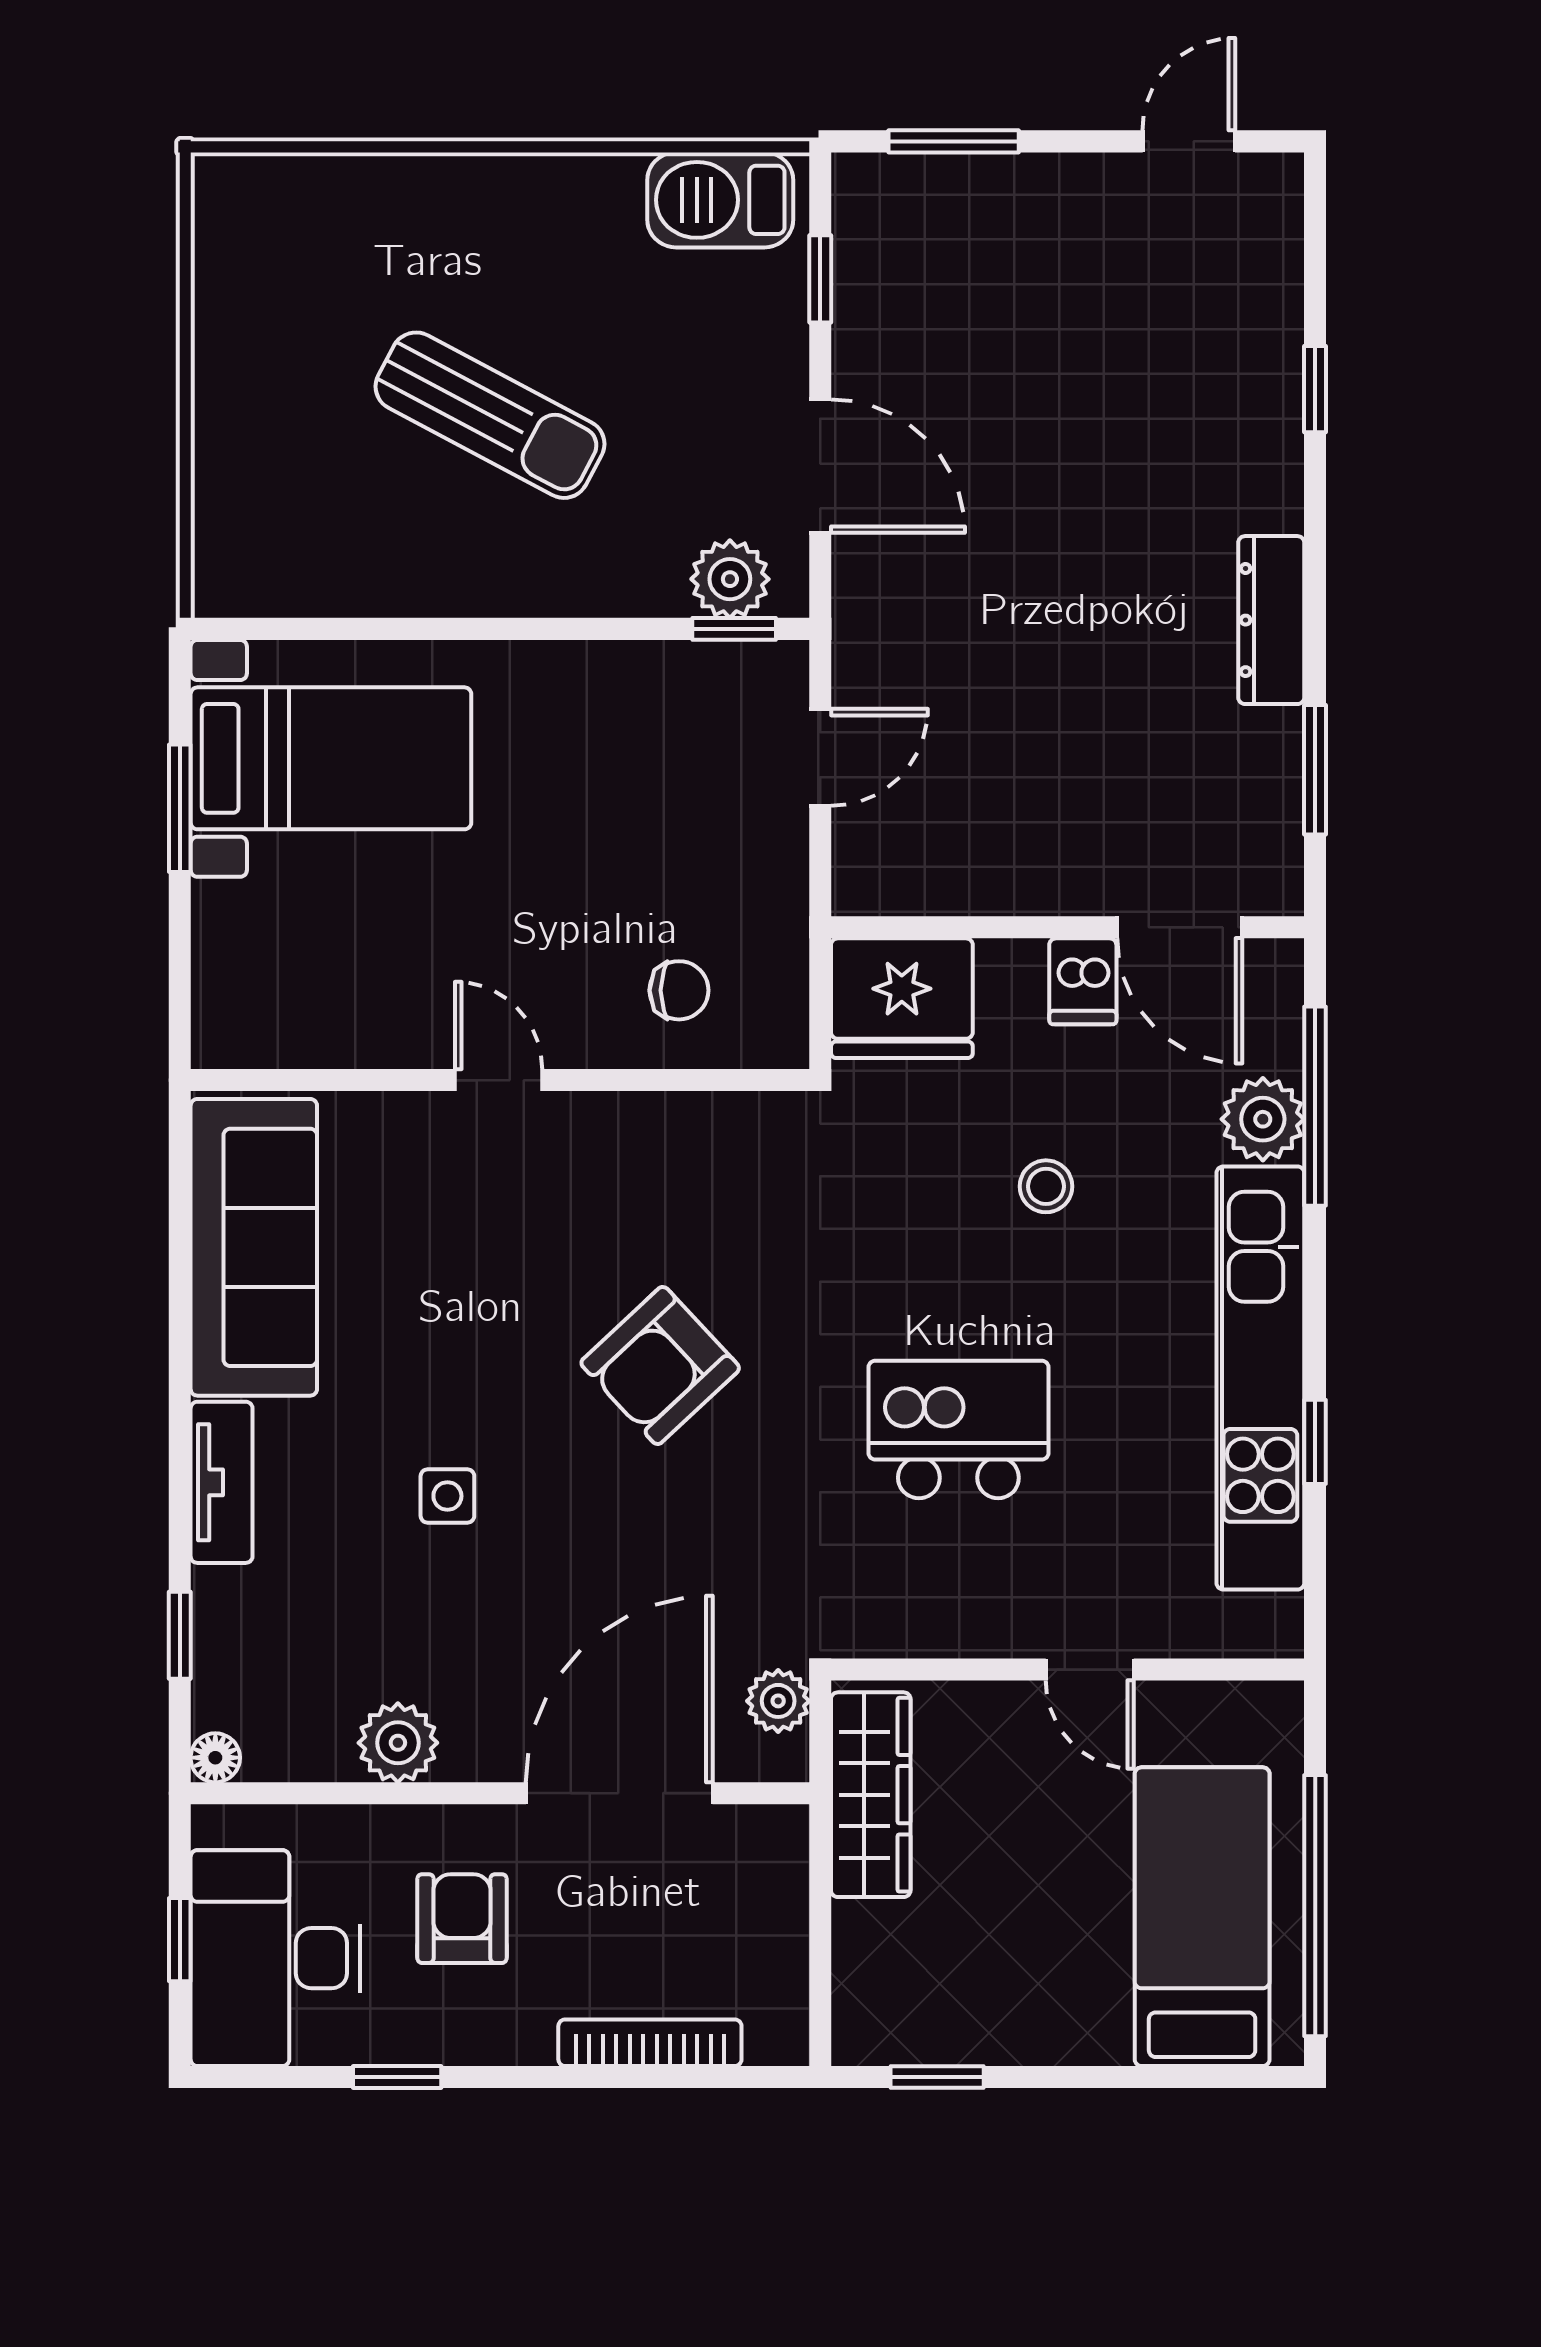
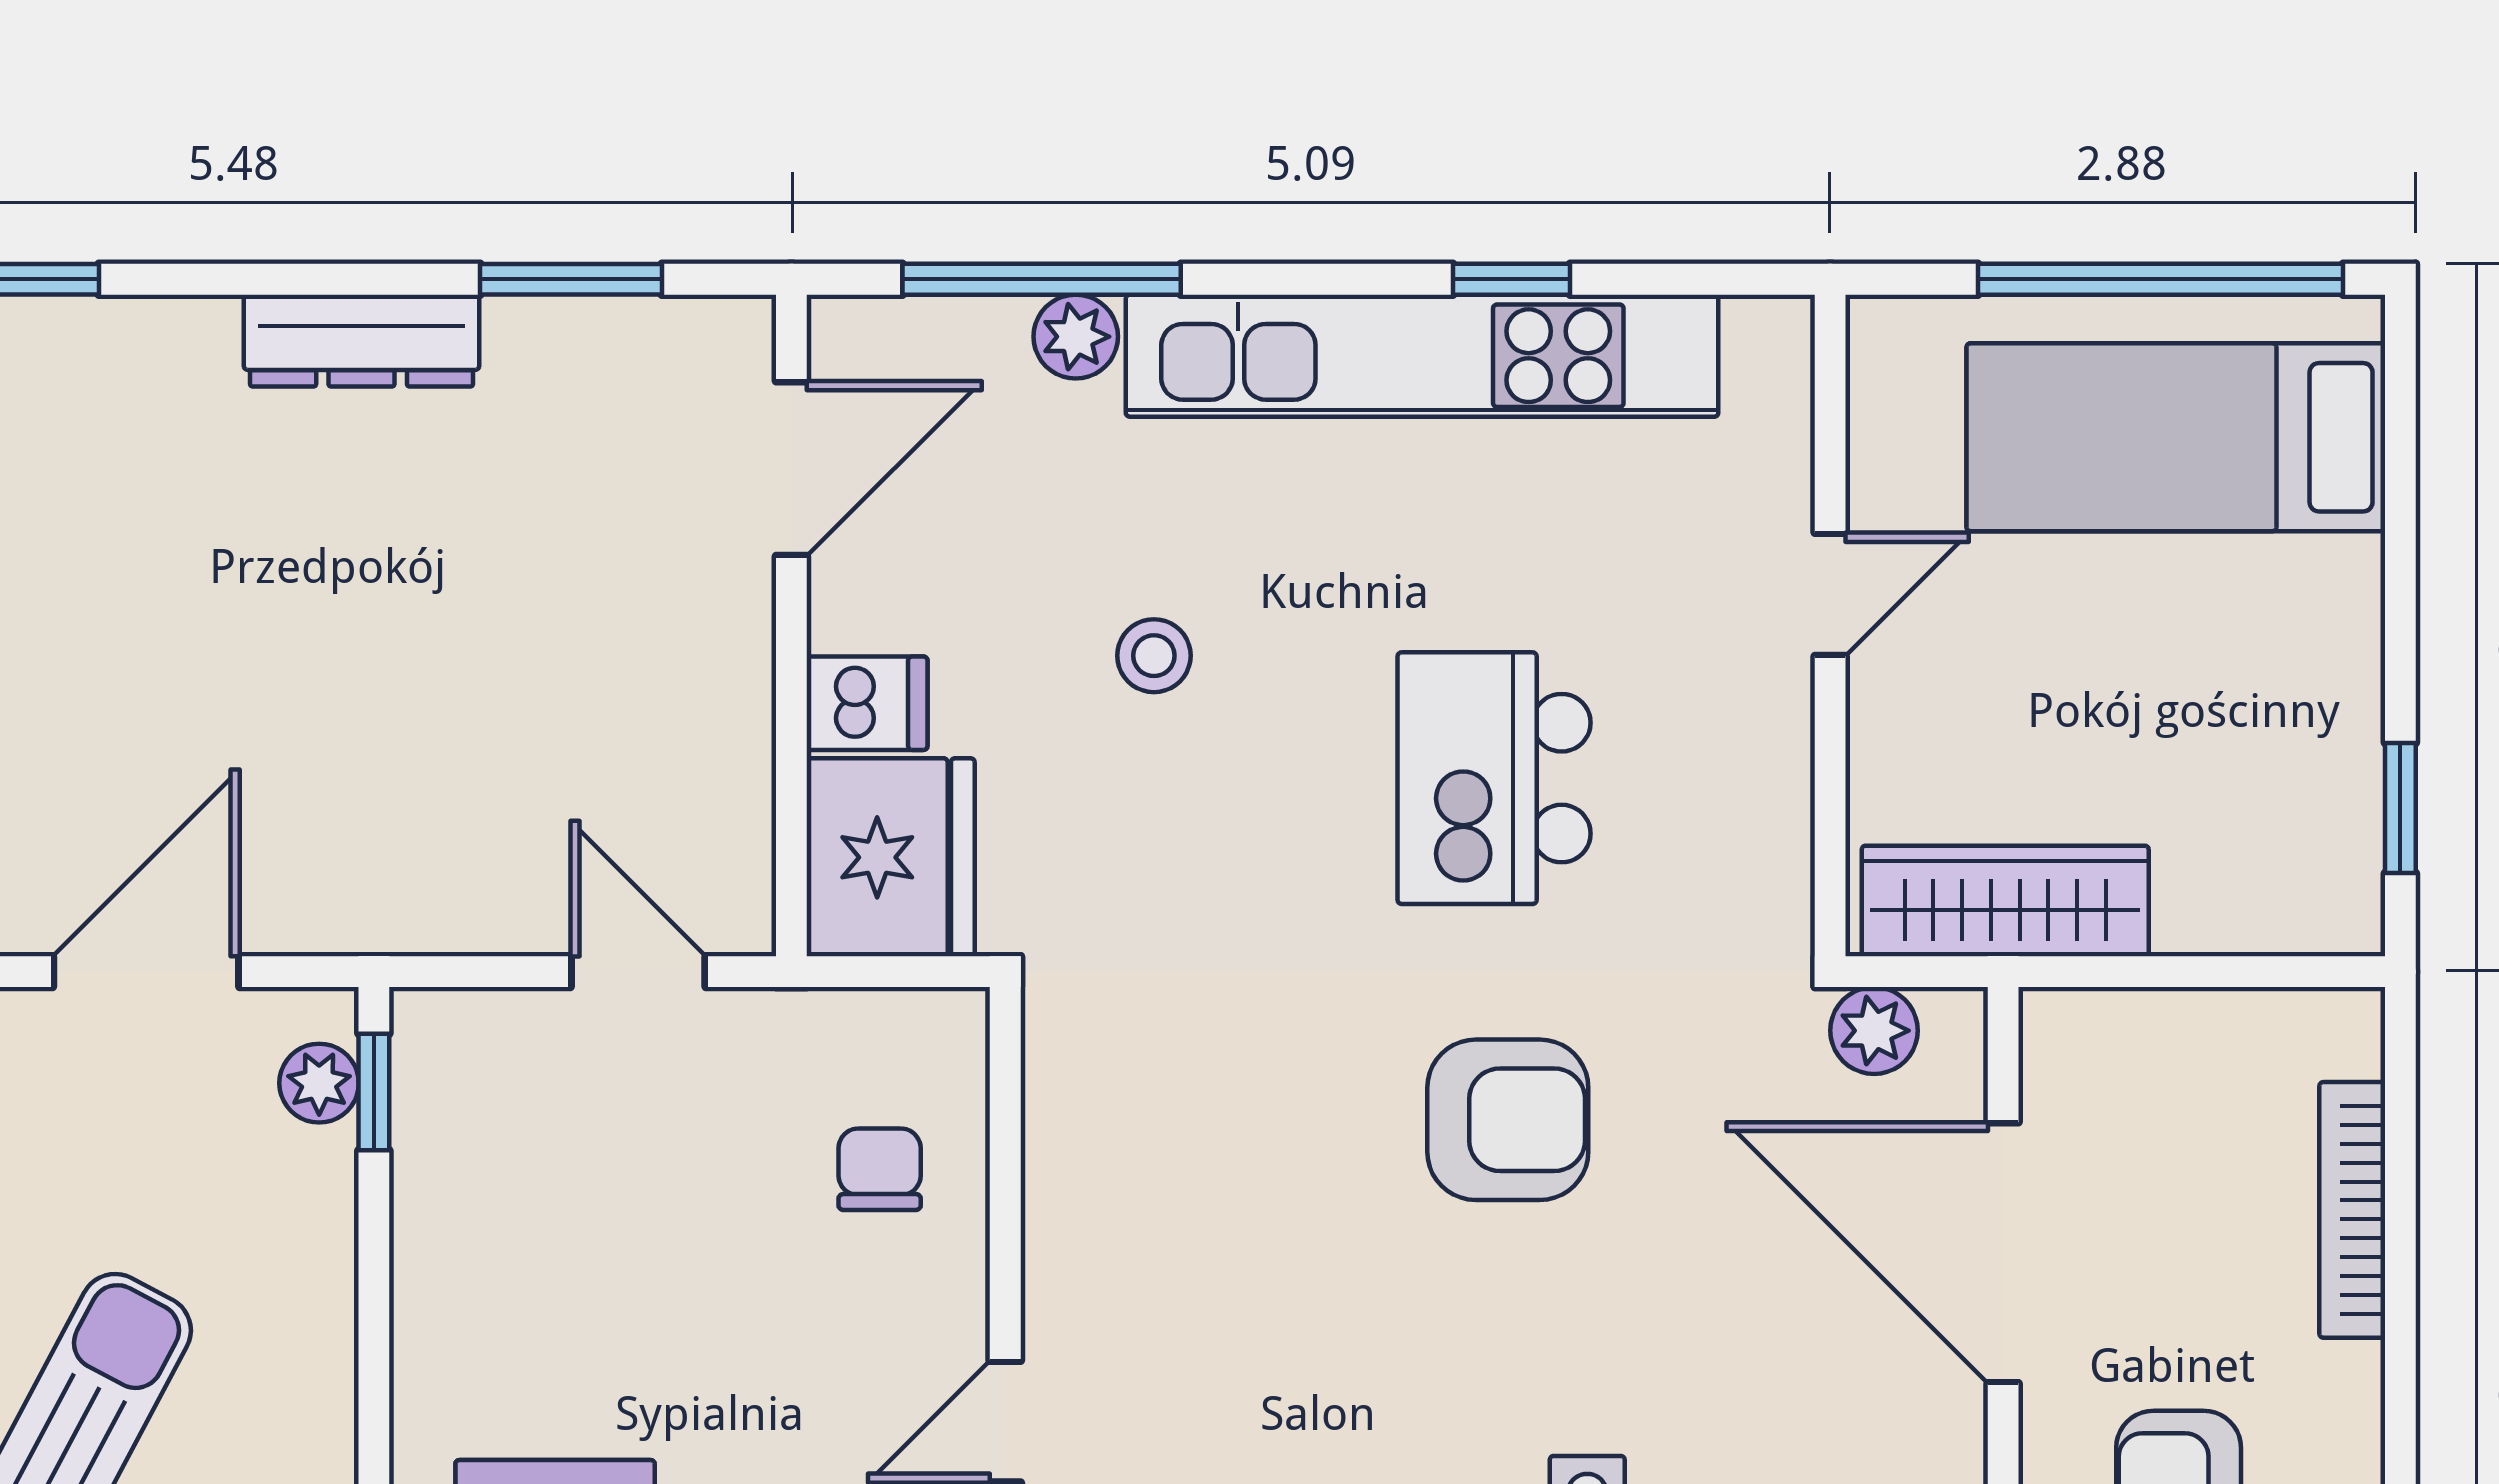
plant: (730, 579) -> (319, 1083), width x0.73, depth x0.73
door: (820, 757) -> (638, 972), moved
dishwasher: (1083, 981) -> (867, 703), moved
plant: (1263, 1119) -> (1076, 337), width x0.73, depth x0.73
armchair: (660, 1365) -> (1508, 1120), moved, turned -47

